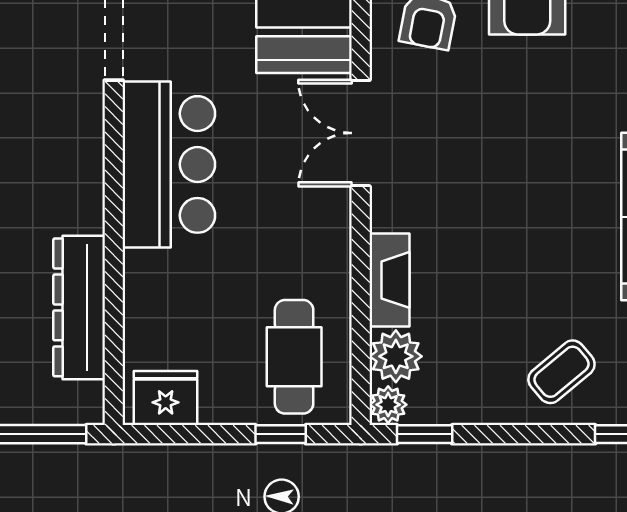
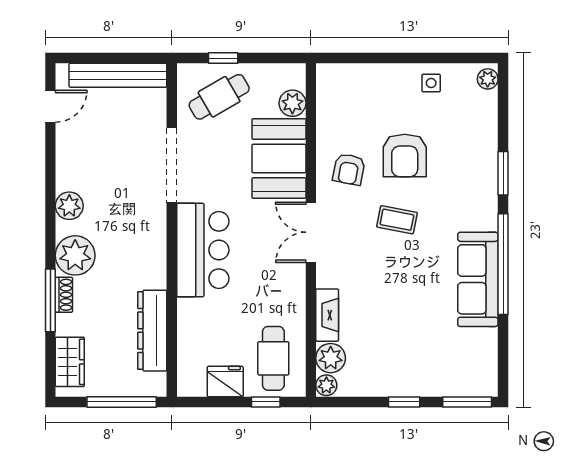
coffee table: (561, 372) -> (397, 220), moved, turned 51
fridge: (166, 398) -> (225, 382), moved
window: (425, 434) -> (404, 402), moved

